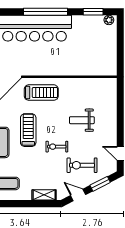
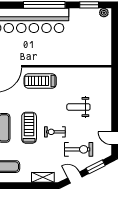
treadmill: (41, 93) -> (40, 81), turned 180
treadmill: (28, 130) -> (29, 128), moved
exercise bike: (82, 165) -> (79, 149), turned 180

